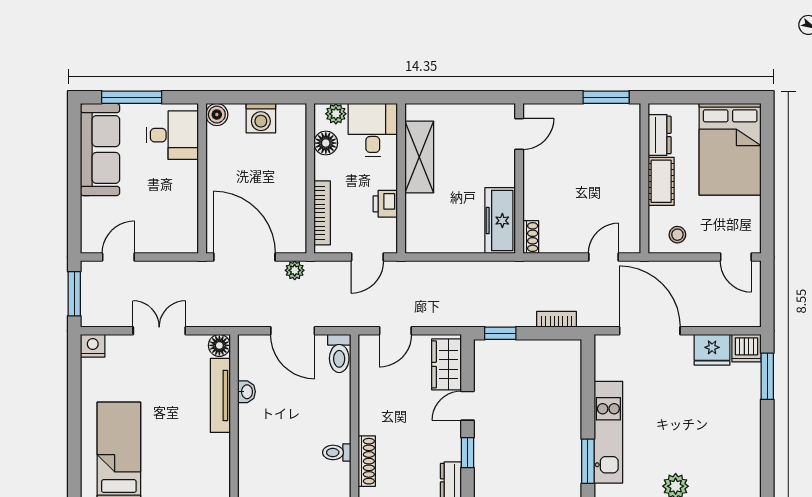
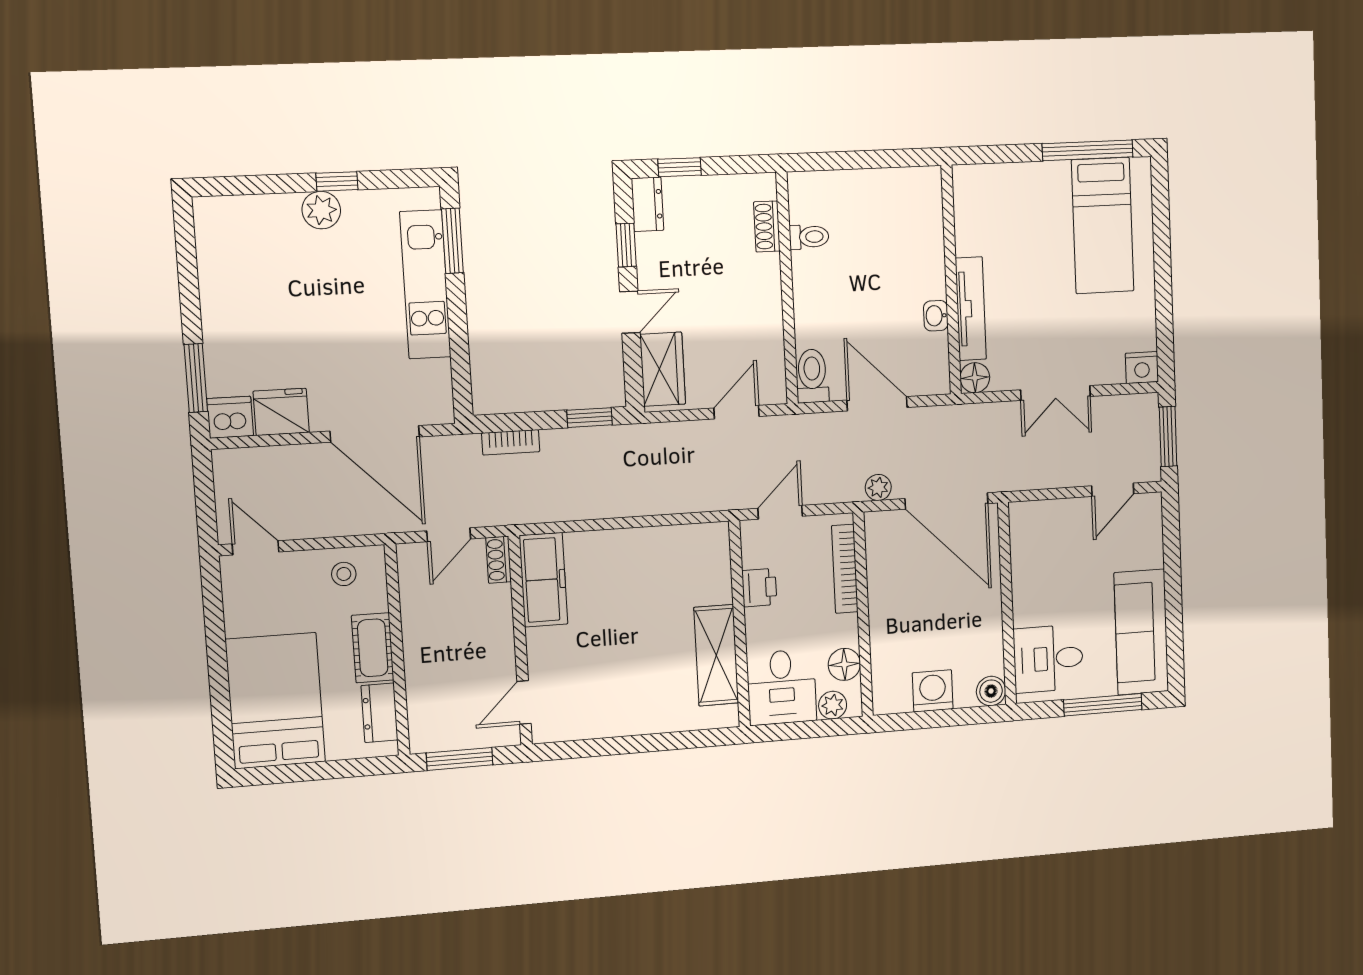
door: (519, 134) -> (524, 702), moved
wall: (519, 178) -> (520, 641), moved
freezer: (500, 221) -> (543, 580), moved
shoe rack: (531, 237) -> (499, 560), moved
shoe rack: (367, 461) -> (767, 226), width x0.70

